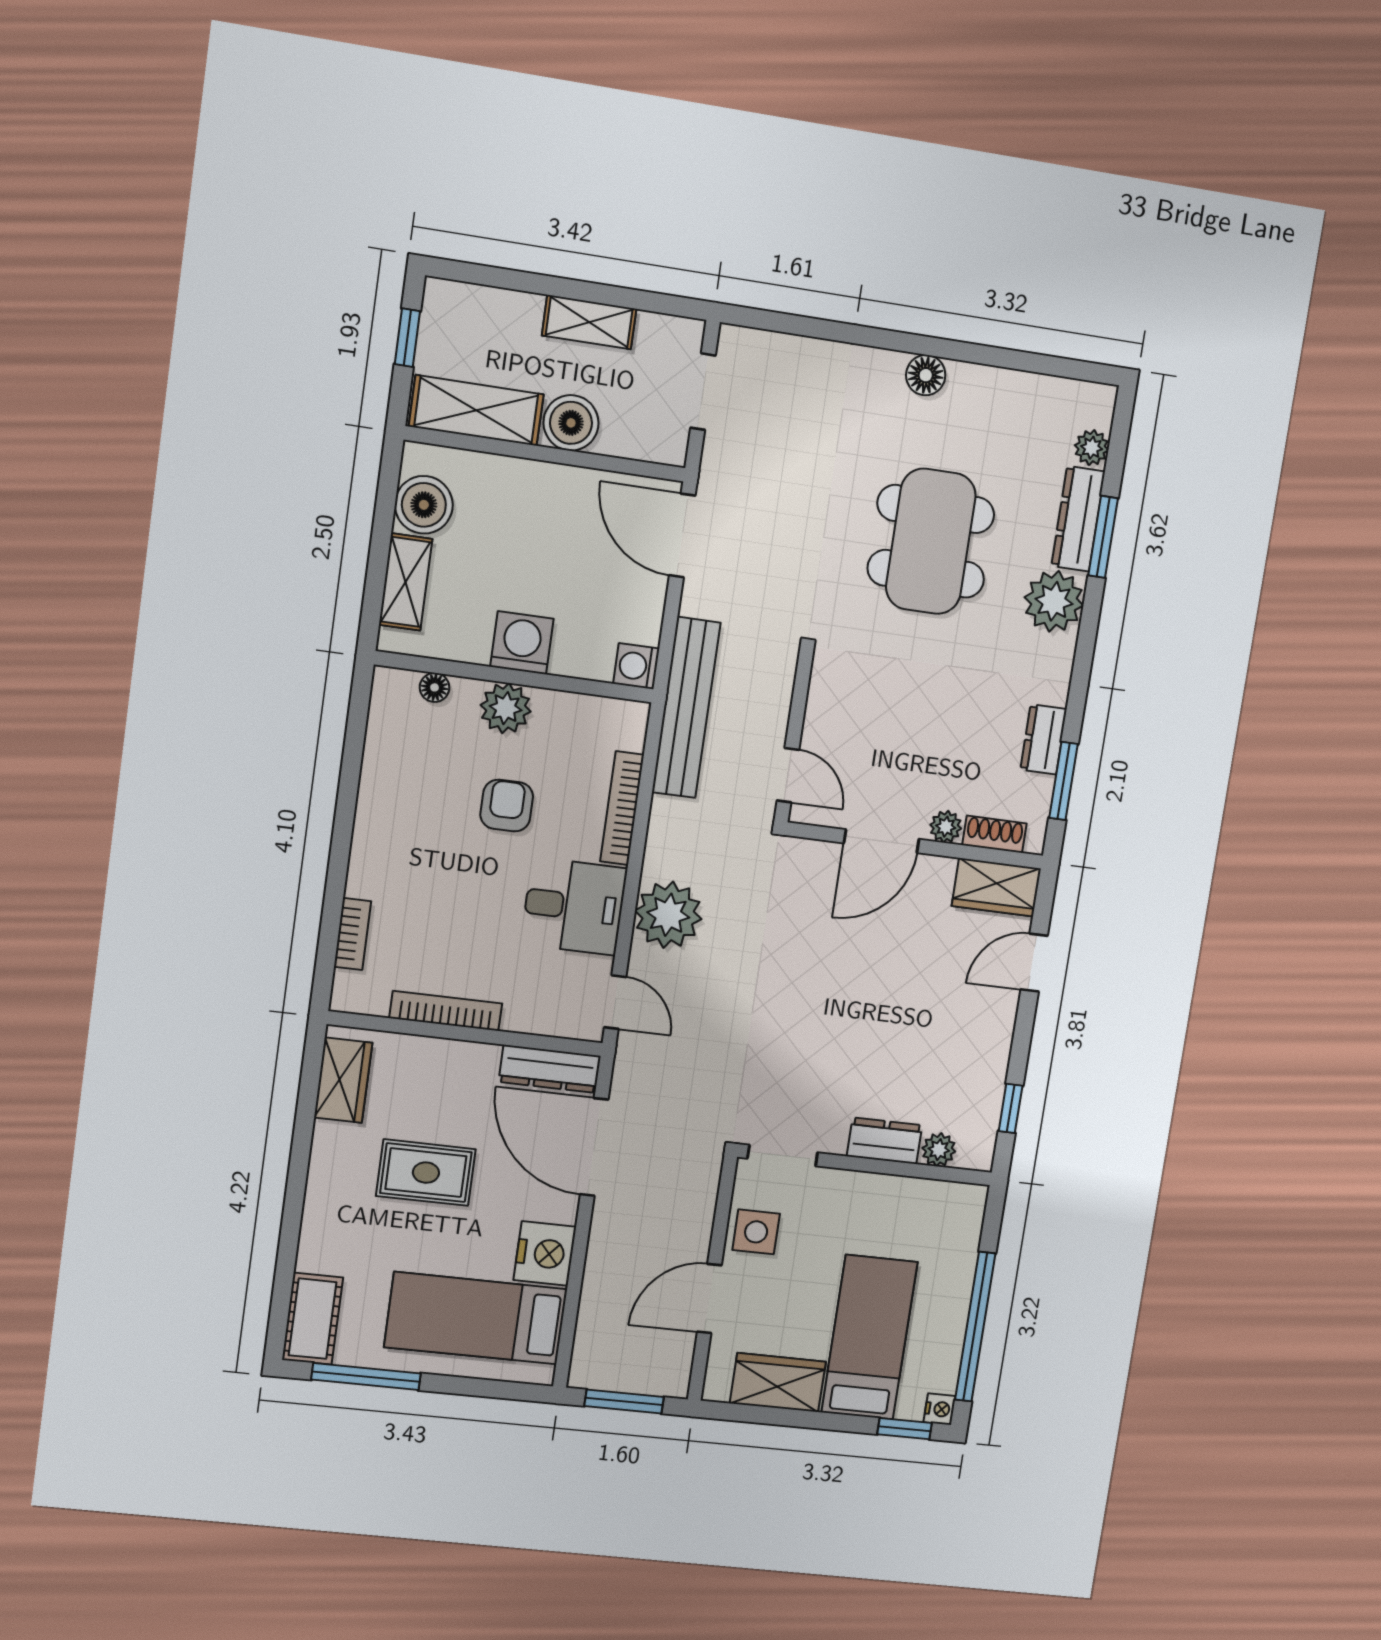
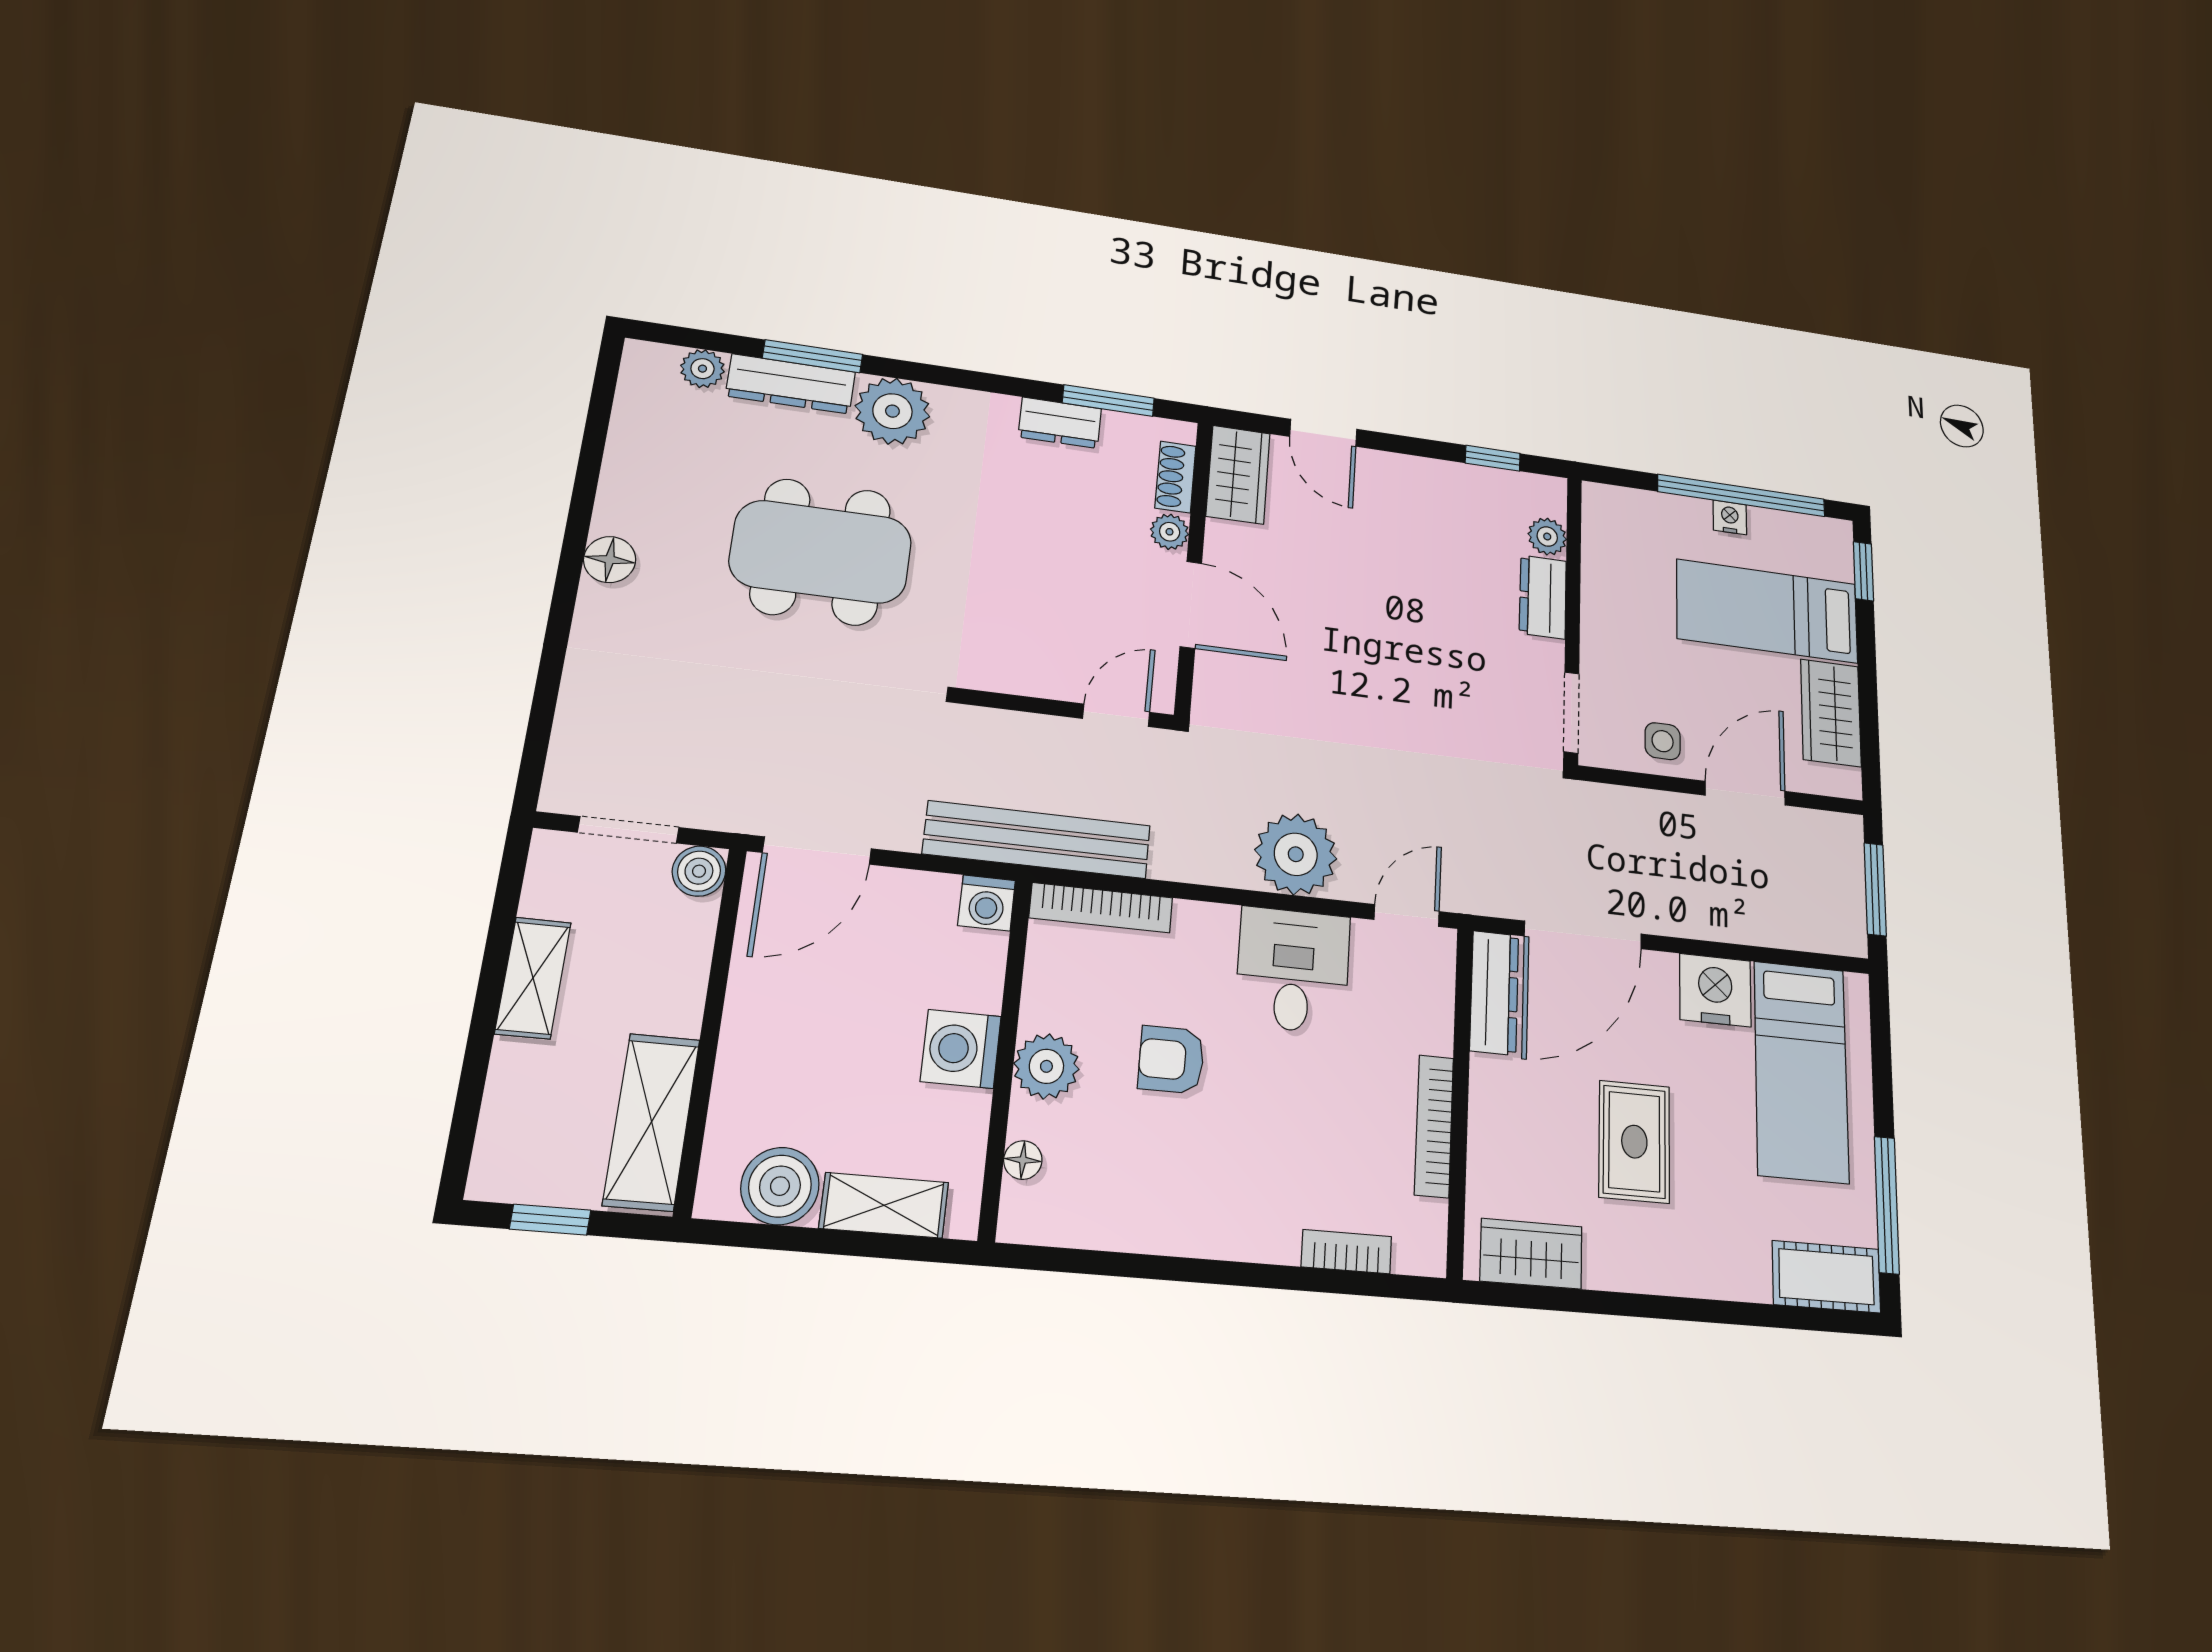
boiler: (571, 423) -> (699, 871), moved, width x0.73, depth x0.73
bookcase: (622, 808) -> (1101, 908), moved
side table: (756, 1232) -> (1663, 741), width x0.73, depth x0.73
door: (709, 1299) -> (1745, 793), swing flipped
nightstand: (940, 1409) -> (1730, 517), moved

